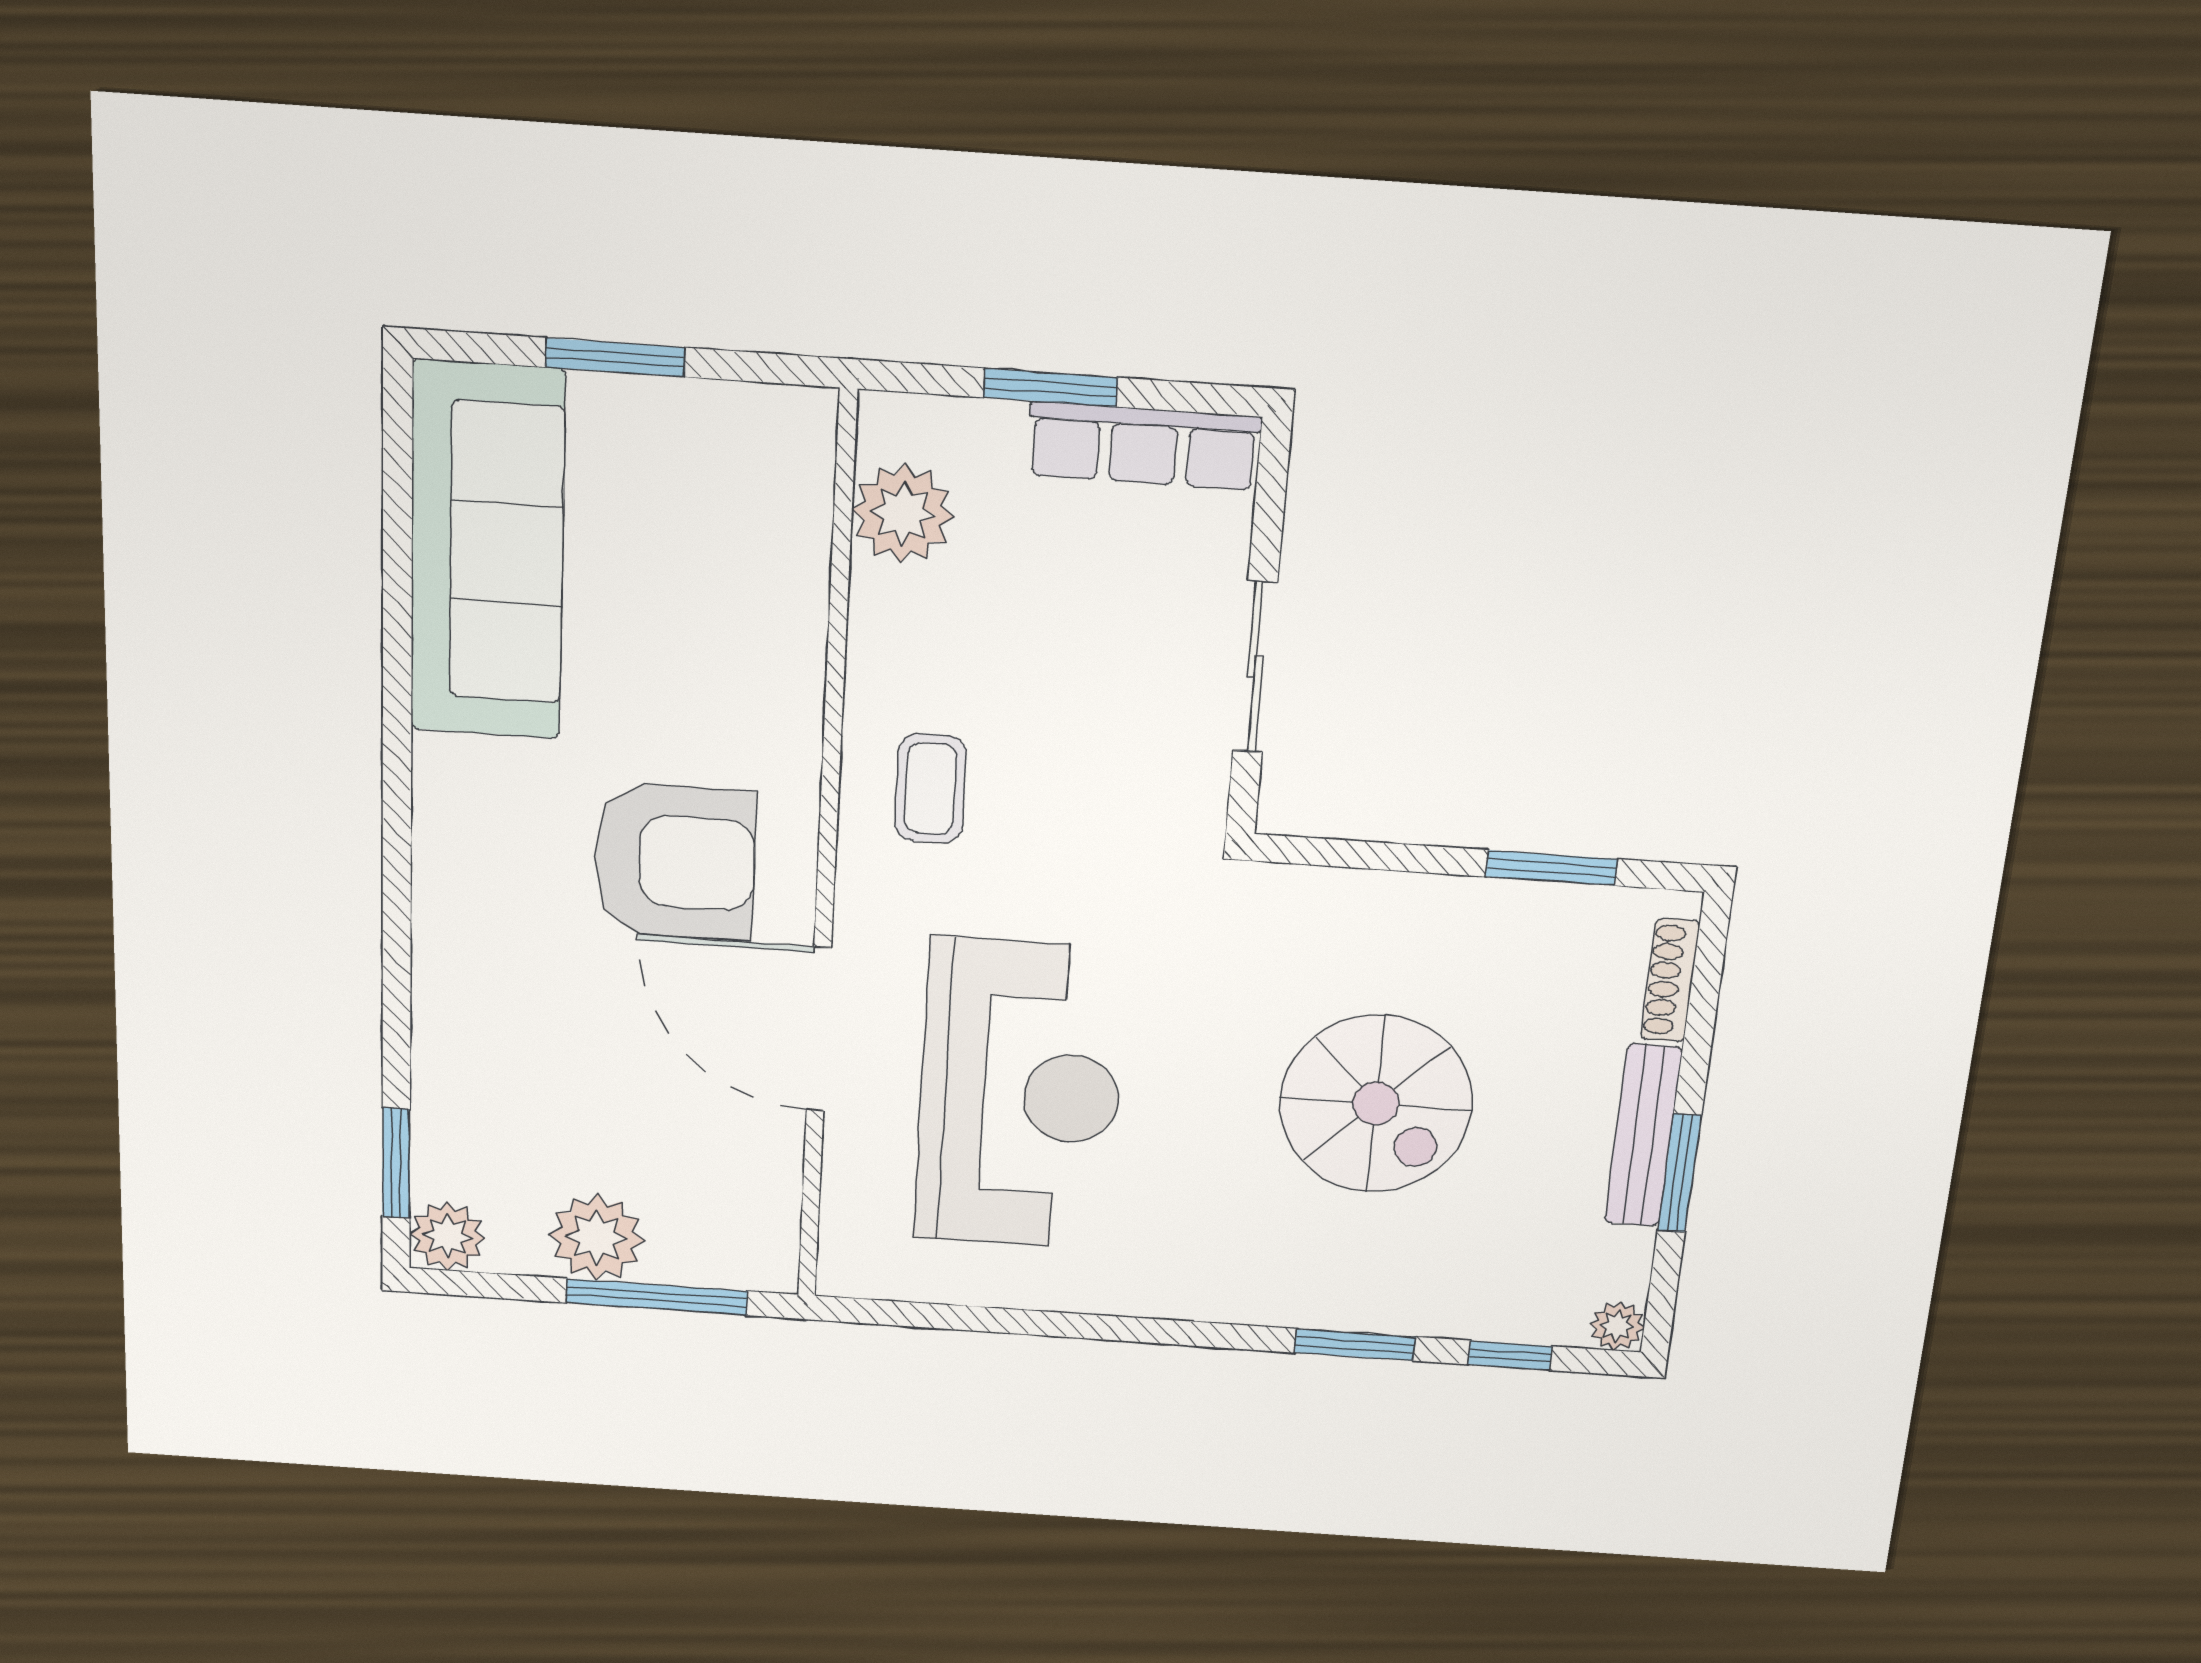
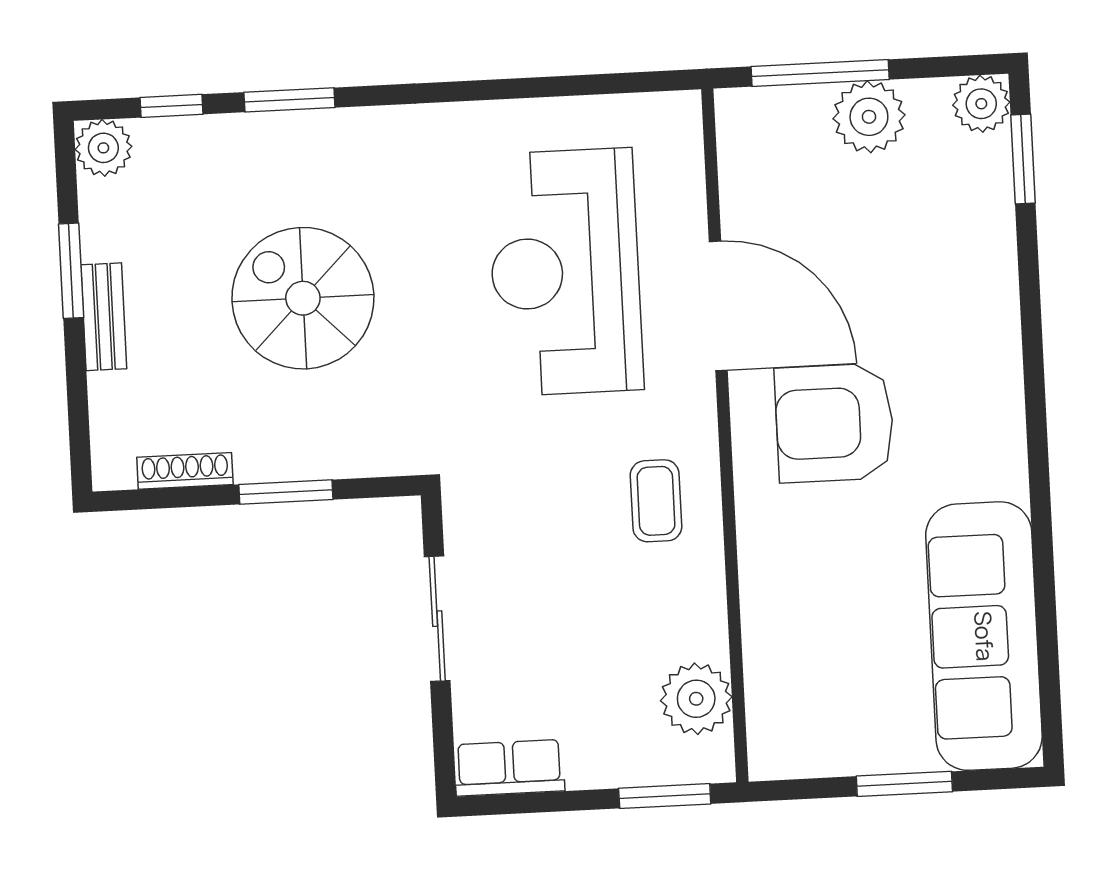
window: (1050, 388) -> (665, 796), moved
row of seats: (1144, 446) -> (509, 768), width x0.68
window: (1551, 868) -> (286, 492), moved
shoe rack: (1670, 980) -> (185, 471), moved, turned -90
bench: (1643, 1136) -> (104, 317), width x0.73
plant: (1617, 1326) -> (103, 148), width x1.38, depth x1.38

